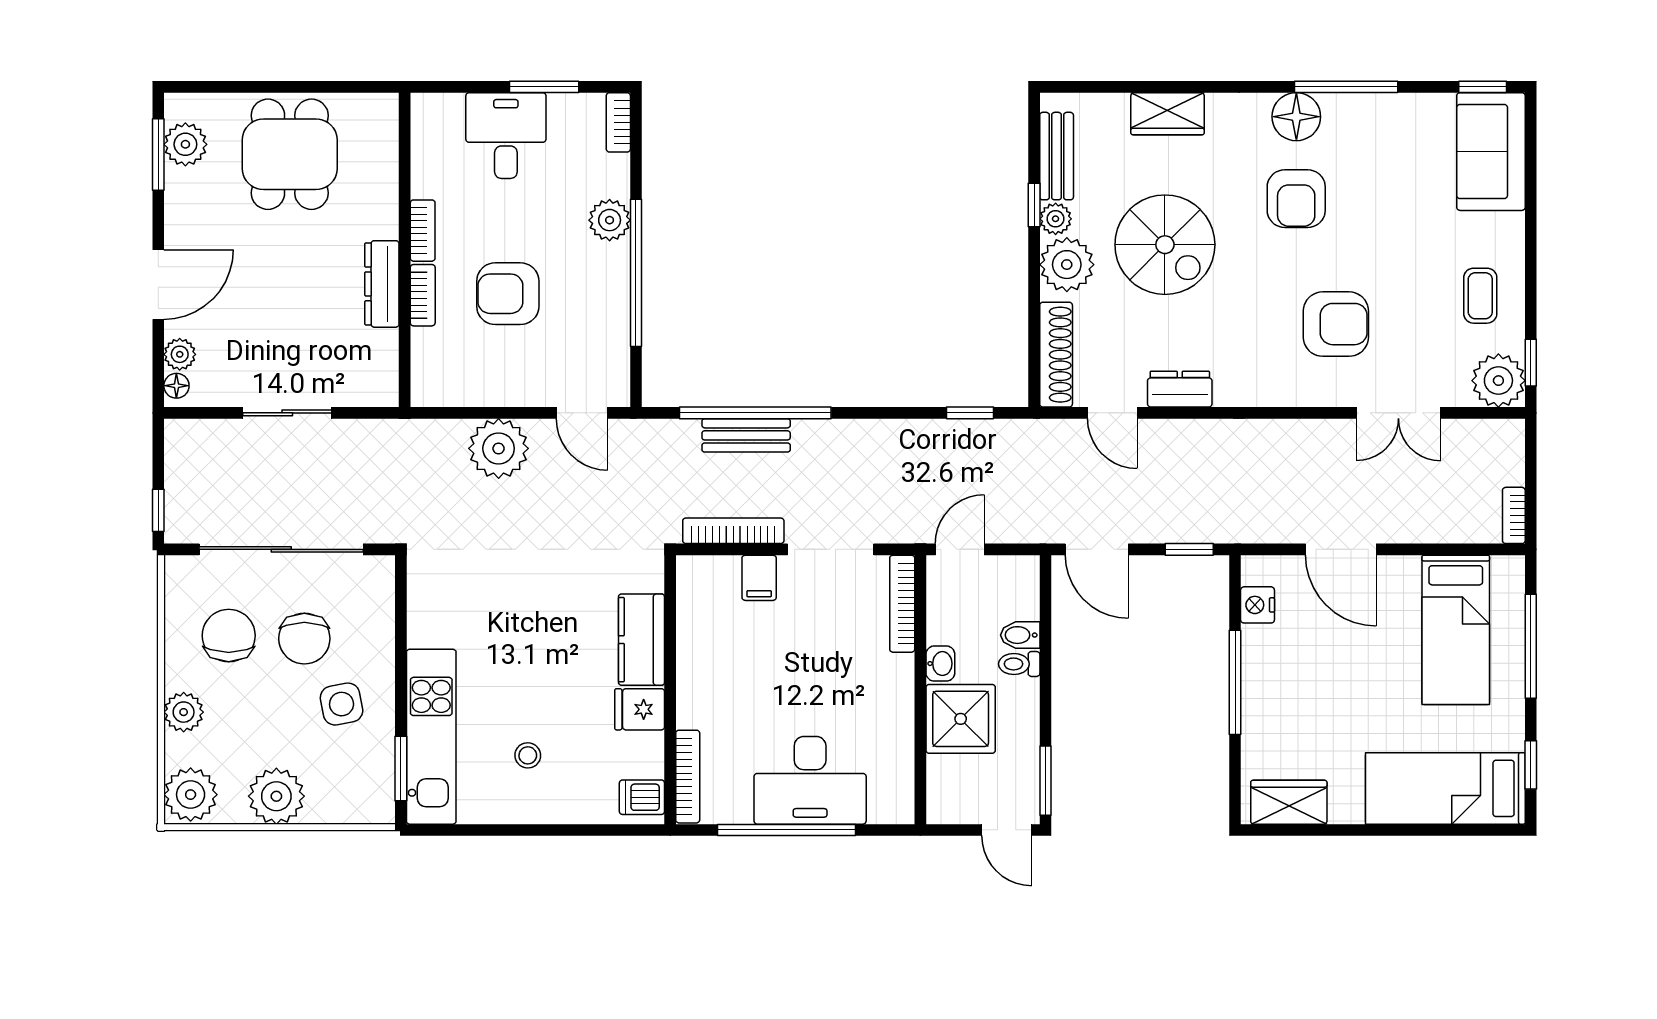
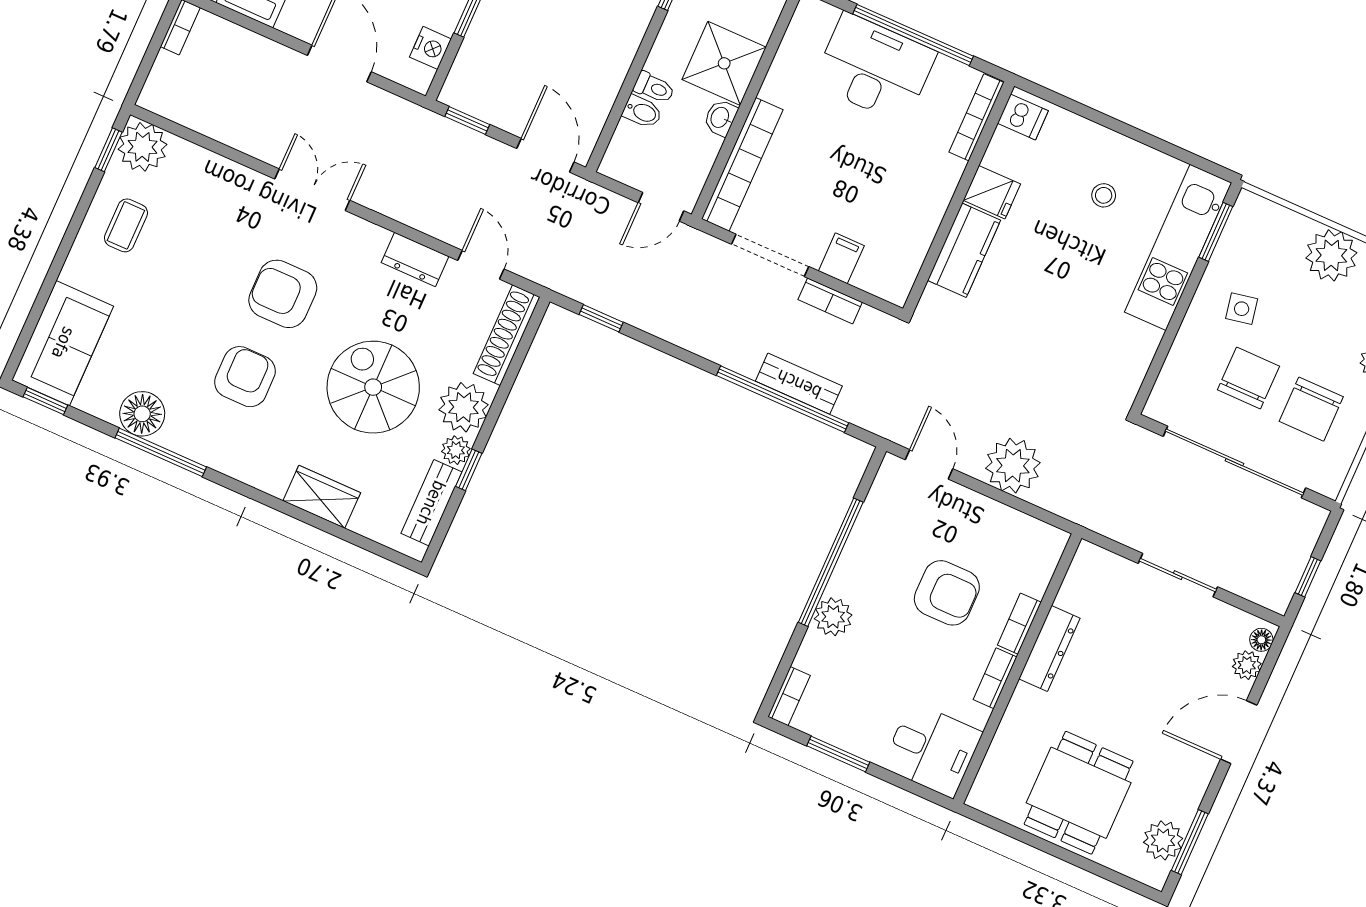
floor lamp: (1296, 117) -> (142, 414), moved
desk: (506, 136) -> (932, 750), moved, turned -90
armchair: (1336, 324) -> (283, 294), moved
double door: (1398, 413) -> (312, 190), moved
window: (158, 510) -> (1308, 577), moved
bookcase: (733, 531) -> (830, 301), width x0.64
bookcase: (902, 604) -> (742, 164), width x1.48, depth x1.31
side table: (342, 704) -> (1242, 309), width x0.73, depth x0.73

